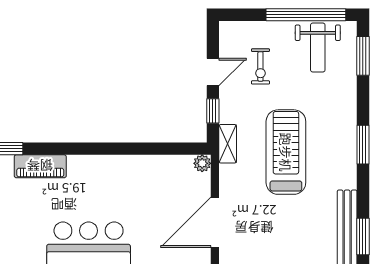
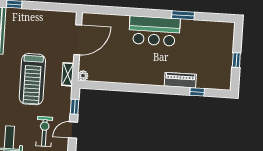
exercise bike: (260, 66) -> (44, 131), width x1.38, depth x1.39
shelving: (228, 144) -> (68, 74), moved

